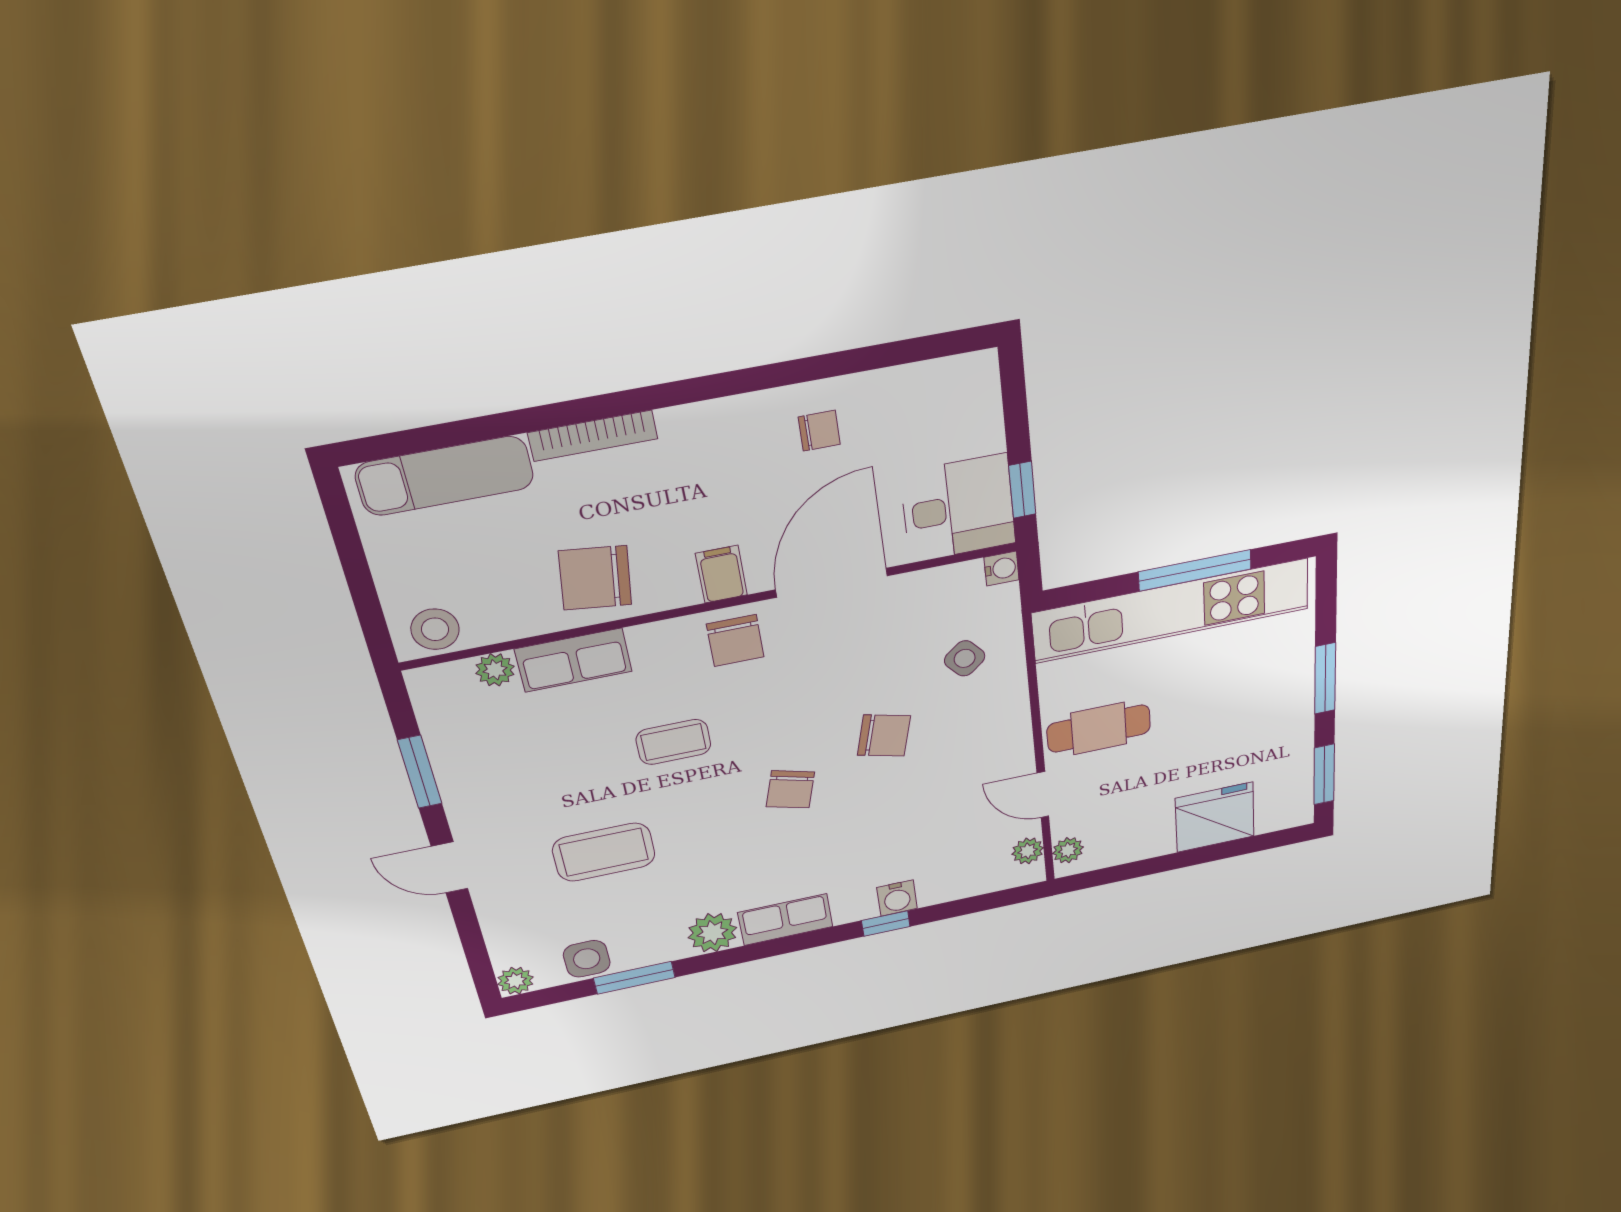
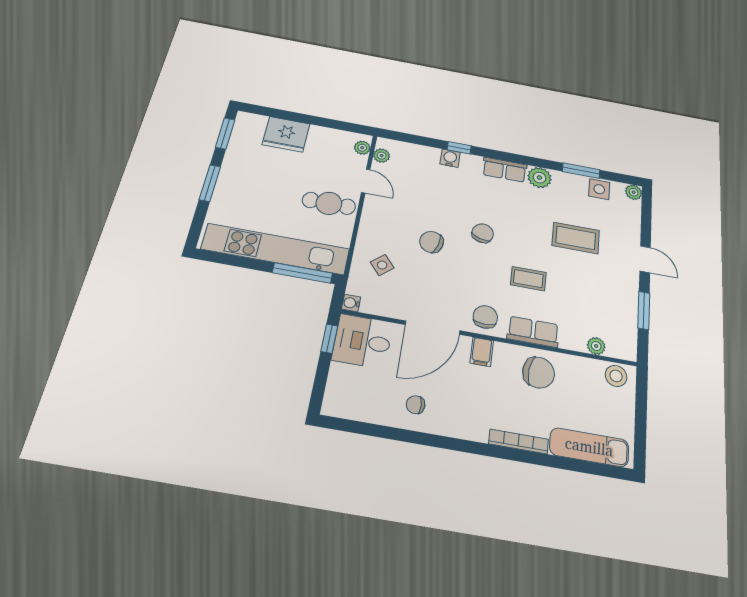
window: (1195, 570) -> (302, 273), moved
row of seats: (573, 660) -> (533, 332), moved

